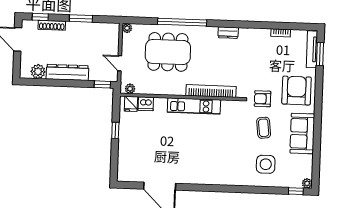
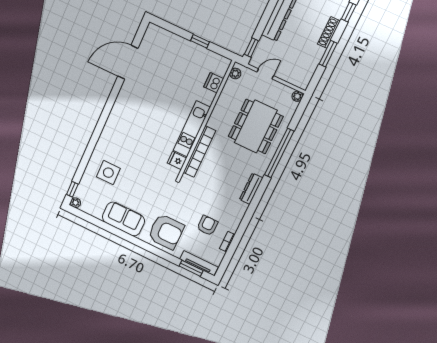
shoe rack: (52, 25) -> (329, 32), moved
dresser: (228, 33) -> (251, 189), width x1.44
armchair: (262, 99) -> (207, 226), moved
fridge: (131, 104) -> (177, 161), moved
coffee table: (264, 128) -> (144, 186), removed

